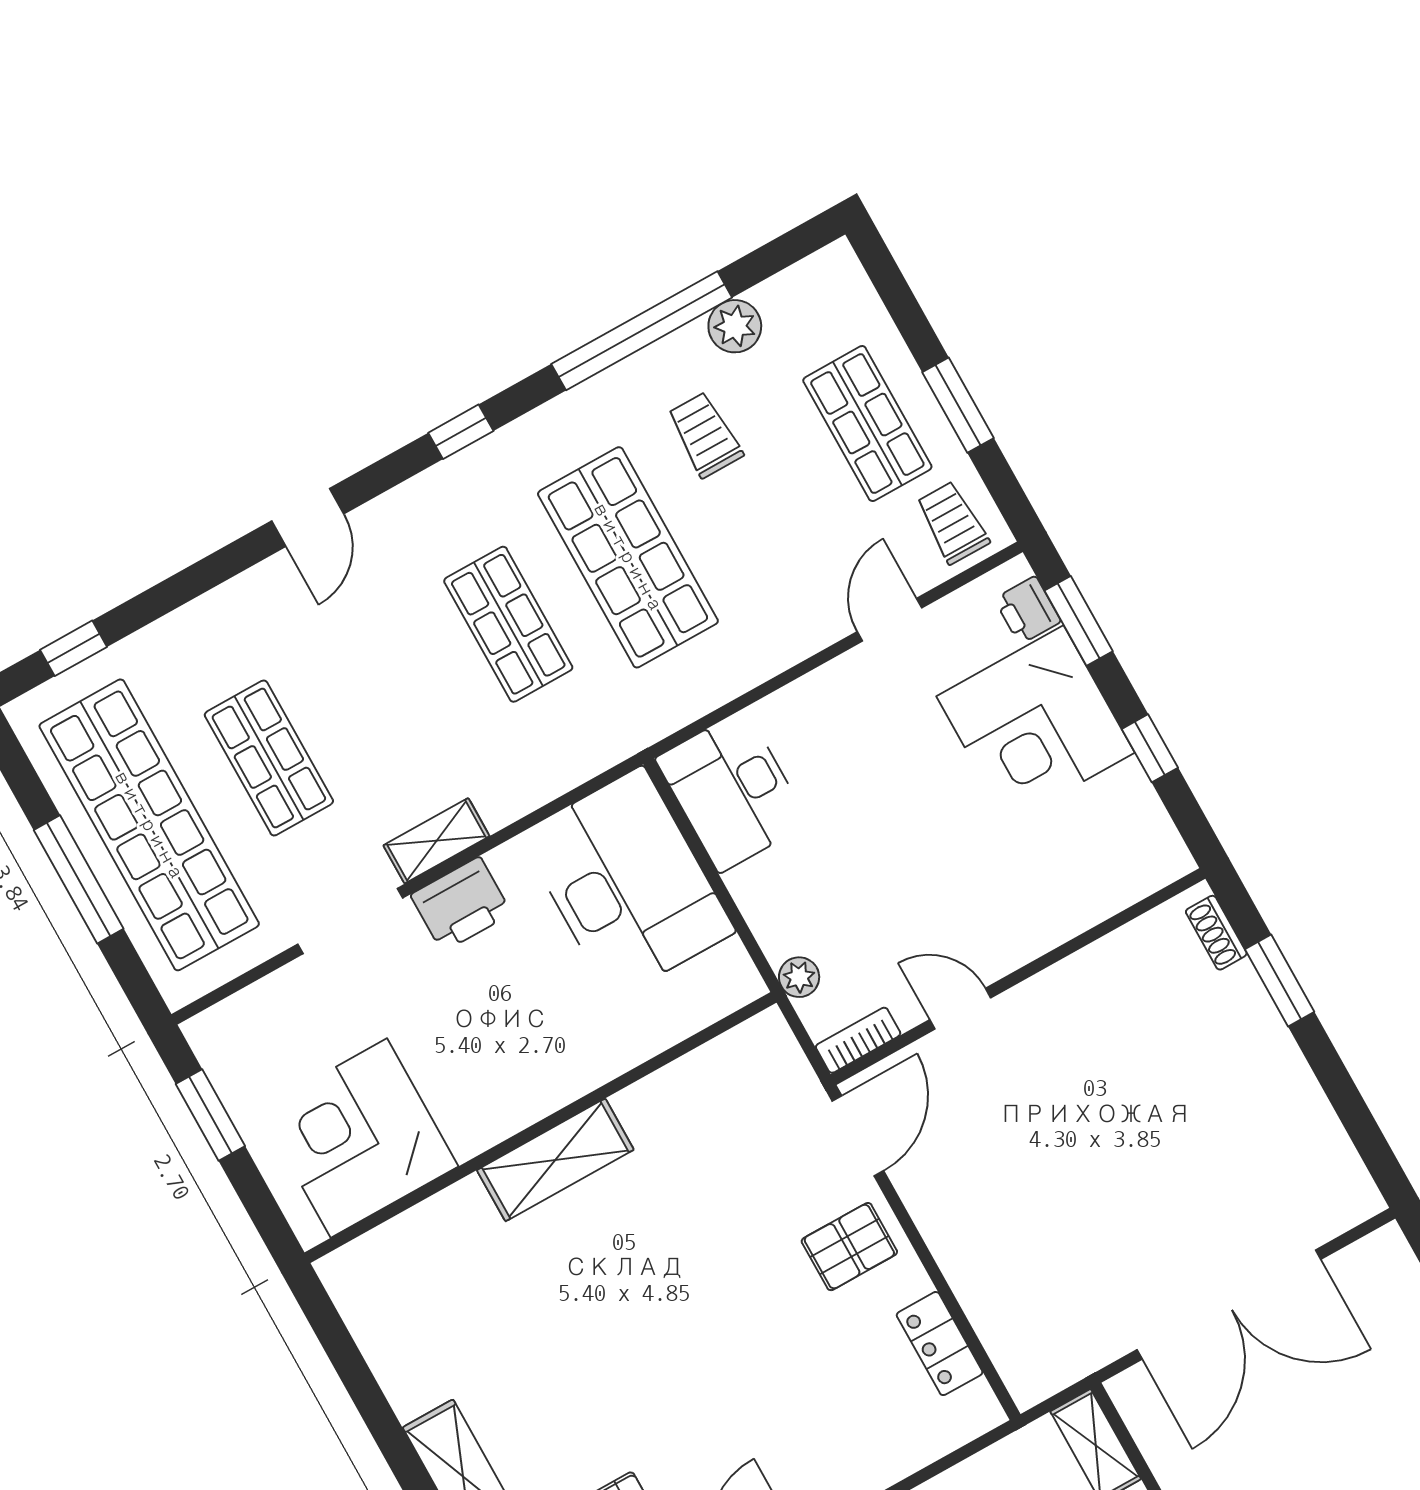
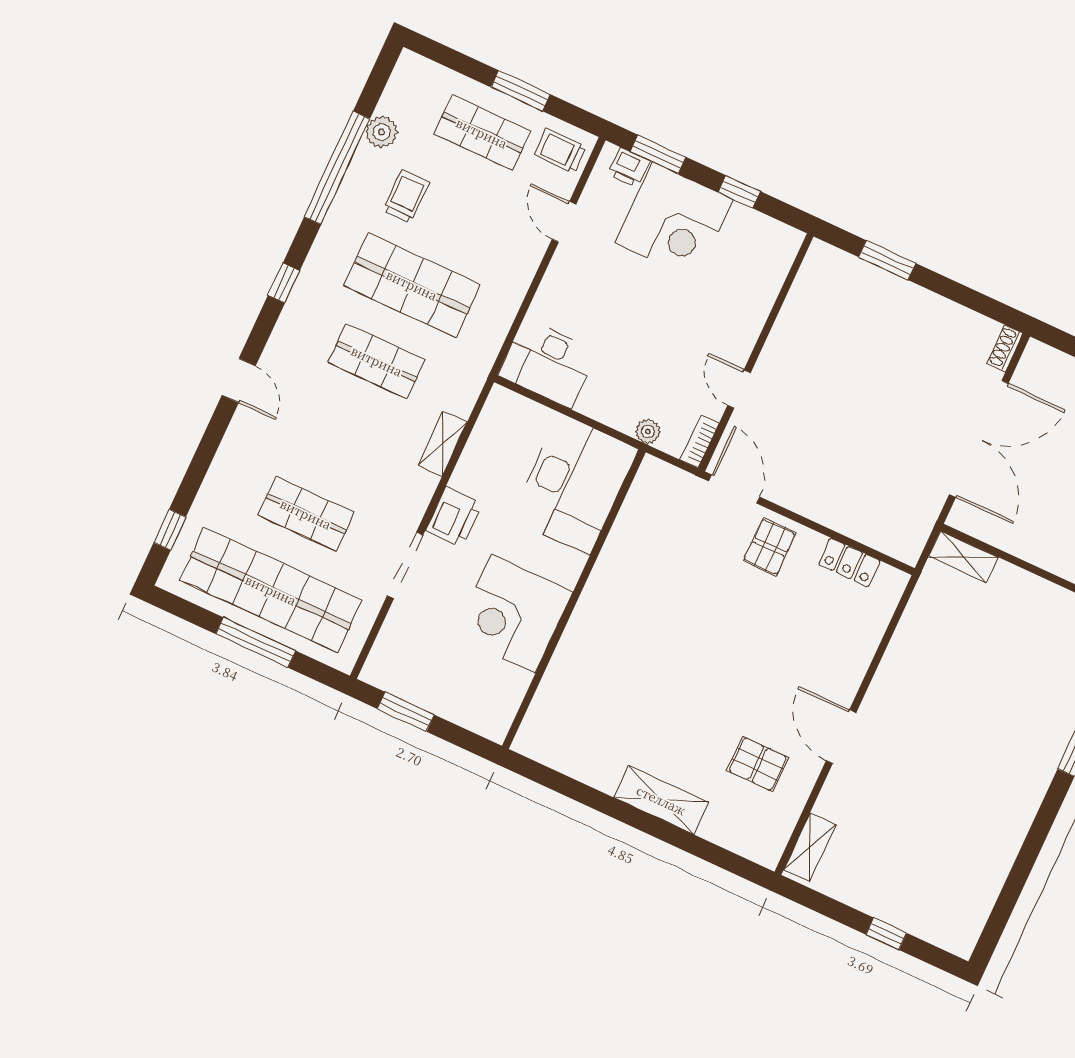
trolley: (705, 435) -> (406, 197), turned 90
shelving: (436, 841) -> (442, 444), moved
desk: (627, 883) -> (574, 484), moved, turned 90
shoe rack: (1216, 933) -> (1005, 348), moved, turned 90
door: (960, 1009) -> (739, 389), hinge flipped
corner desk: (359, 1138) -> (513, 614), moved
shelving: (555, 1160) -> (593, 610), removed

